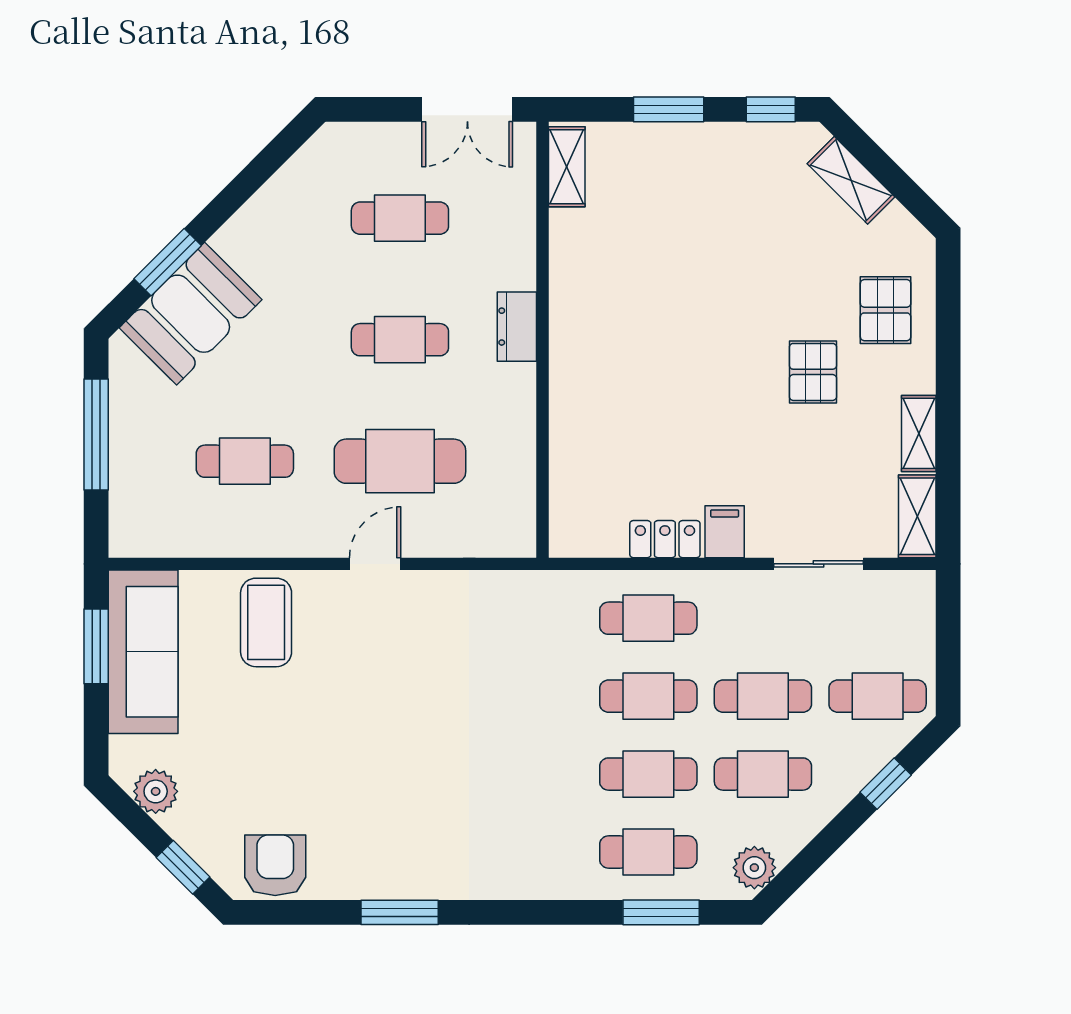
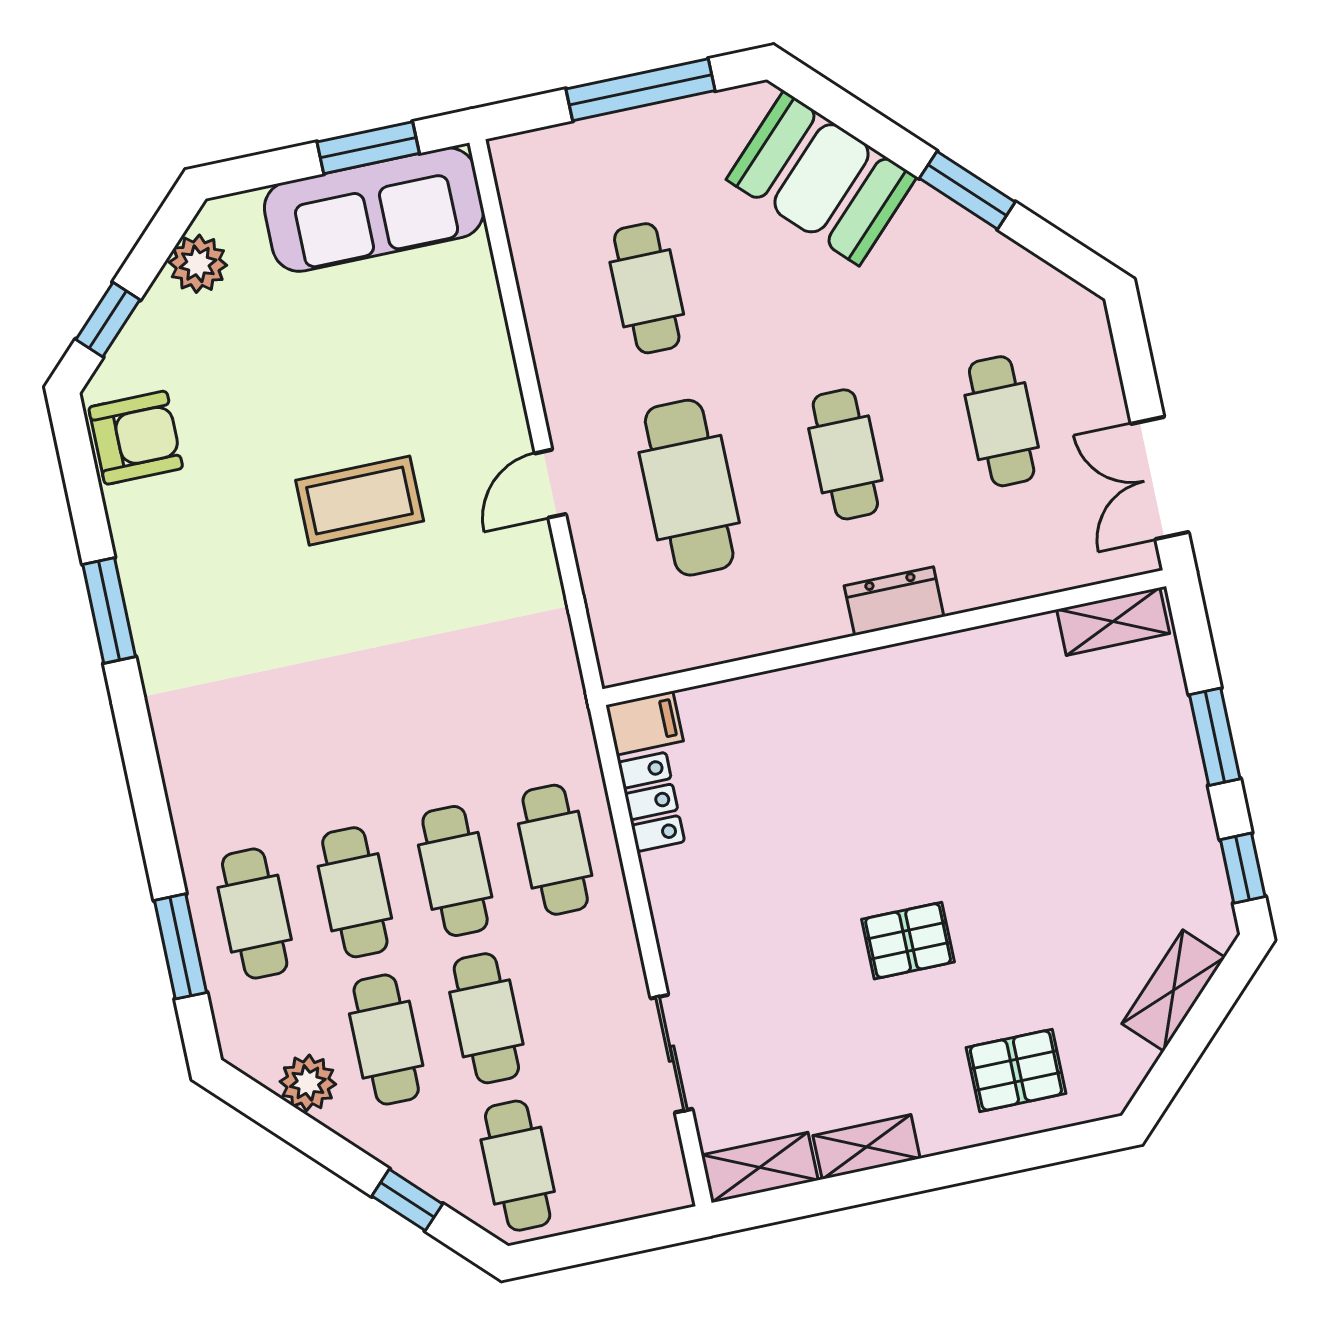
window: (168, 262) -> (967, 190), moved
pallet: (813, 372) -> (908, 941), moved
filing cabinet: (725, 532) -> (645, 723), moved
locker: (665, 539) -> (651, 802), moved
door: (375, 564) -> (550, 484), swing flipped
coffee table: (266, 622) -> (360, 501), moved
plant: (754, 868) -> (308, 1083), moved

